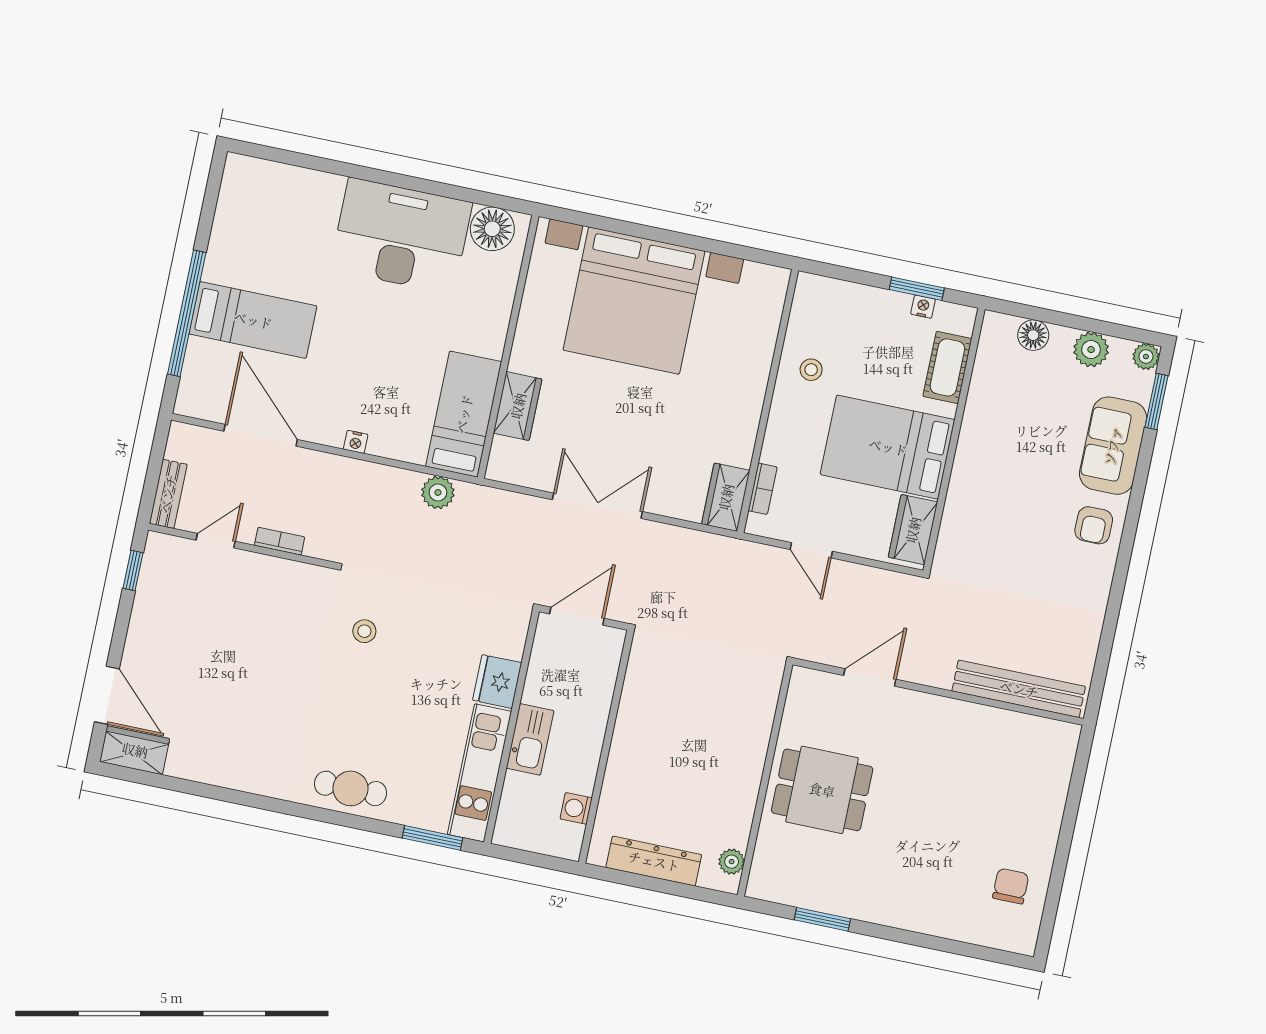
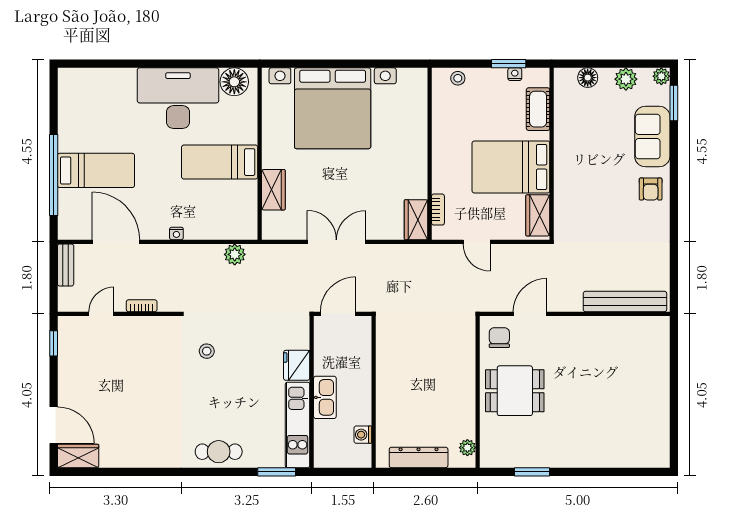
stool: (811, 370) -> (458, 78), moved
bed: (464, 414) -> (220, 162), moved, turned -90
bench: (168, 494) -> (66, 265), moved
chair: (1011, 886) -> (499, 338), moved

